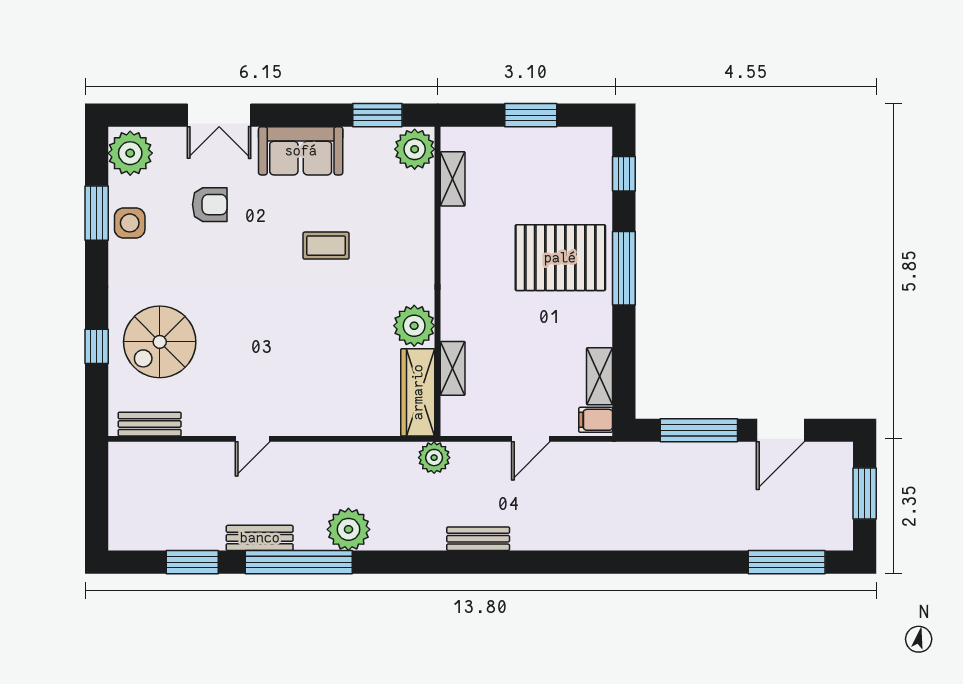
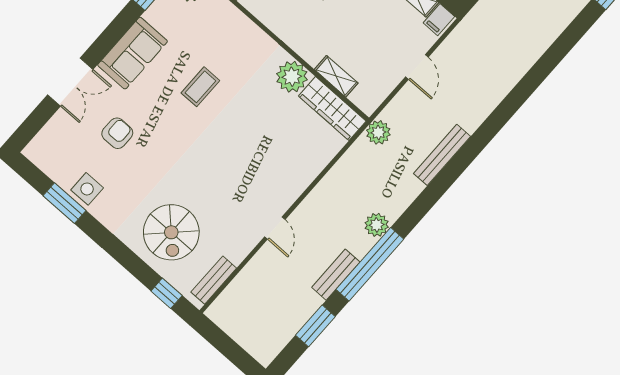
plant: (130, 153) -> (47, 153), removed
window: (97, 346) -> (167, 293), moved
plant: (348, 529) -> (377, 225), width x0.73, depth x0.73
bench: (478, 539) -> (442, 155), width x1.36

